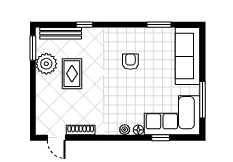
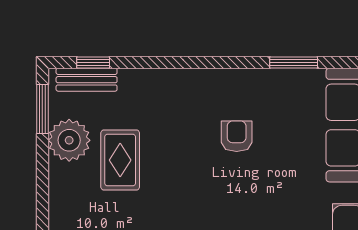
window: (85, 25) -> (93, 62), moved
bench: (61, 33) -> (87, 80), width x0.73

